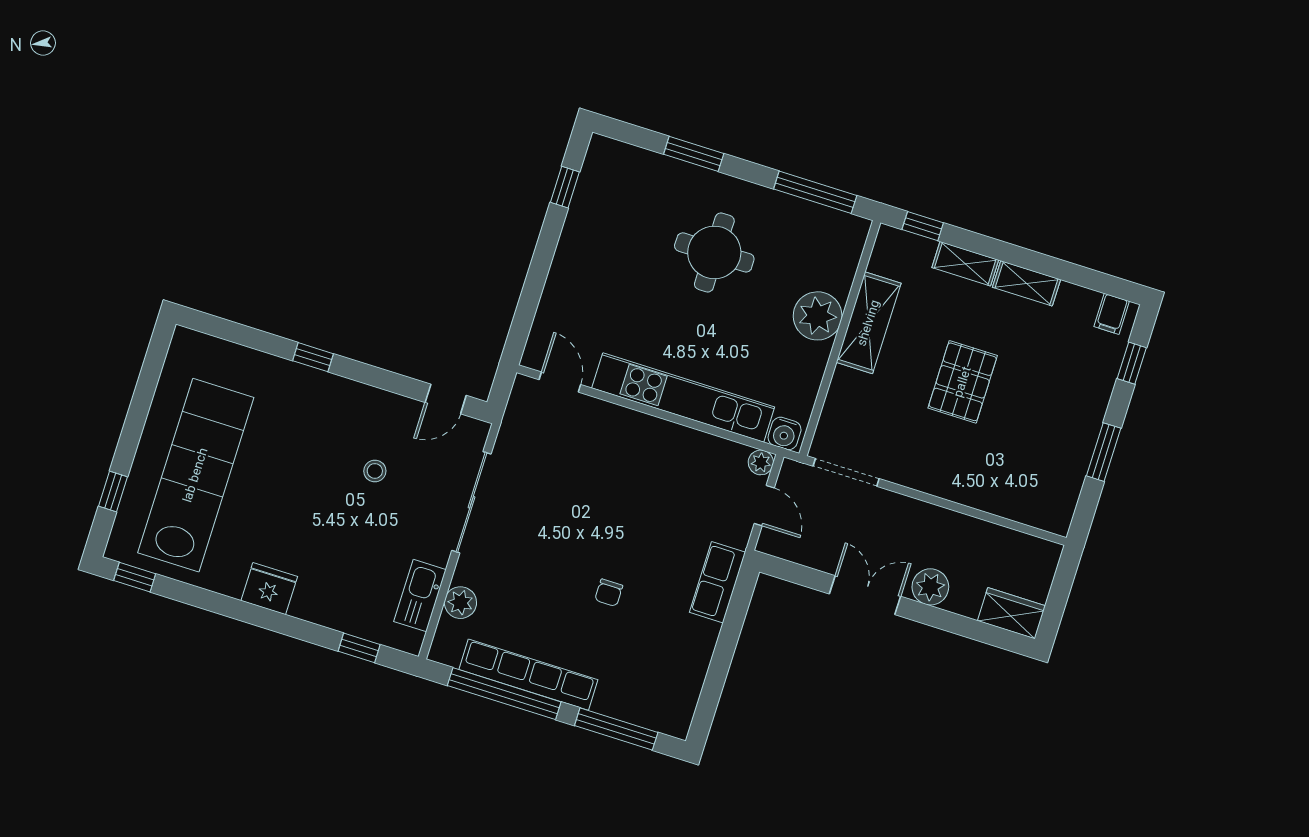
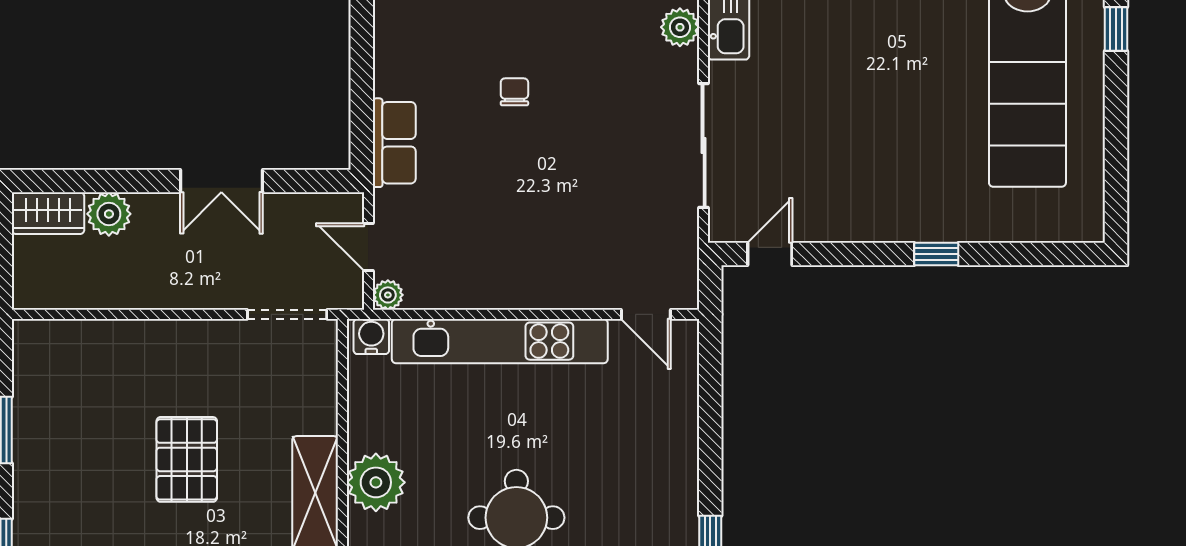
stool: (375, 471) -> (825, 146), removed
plant: (930, 587) -> (109, 214), moved

